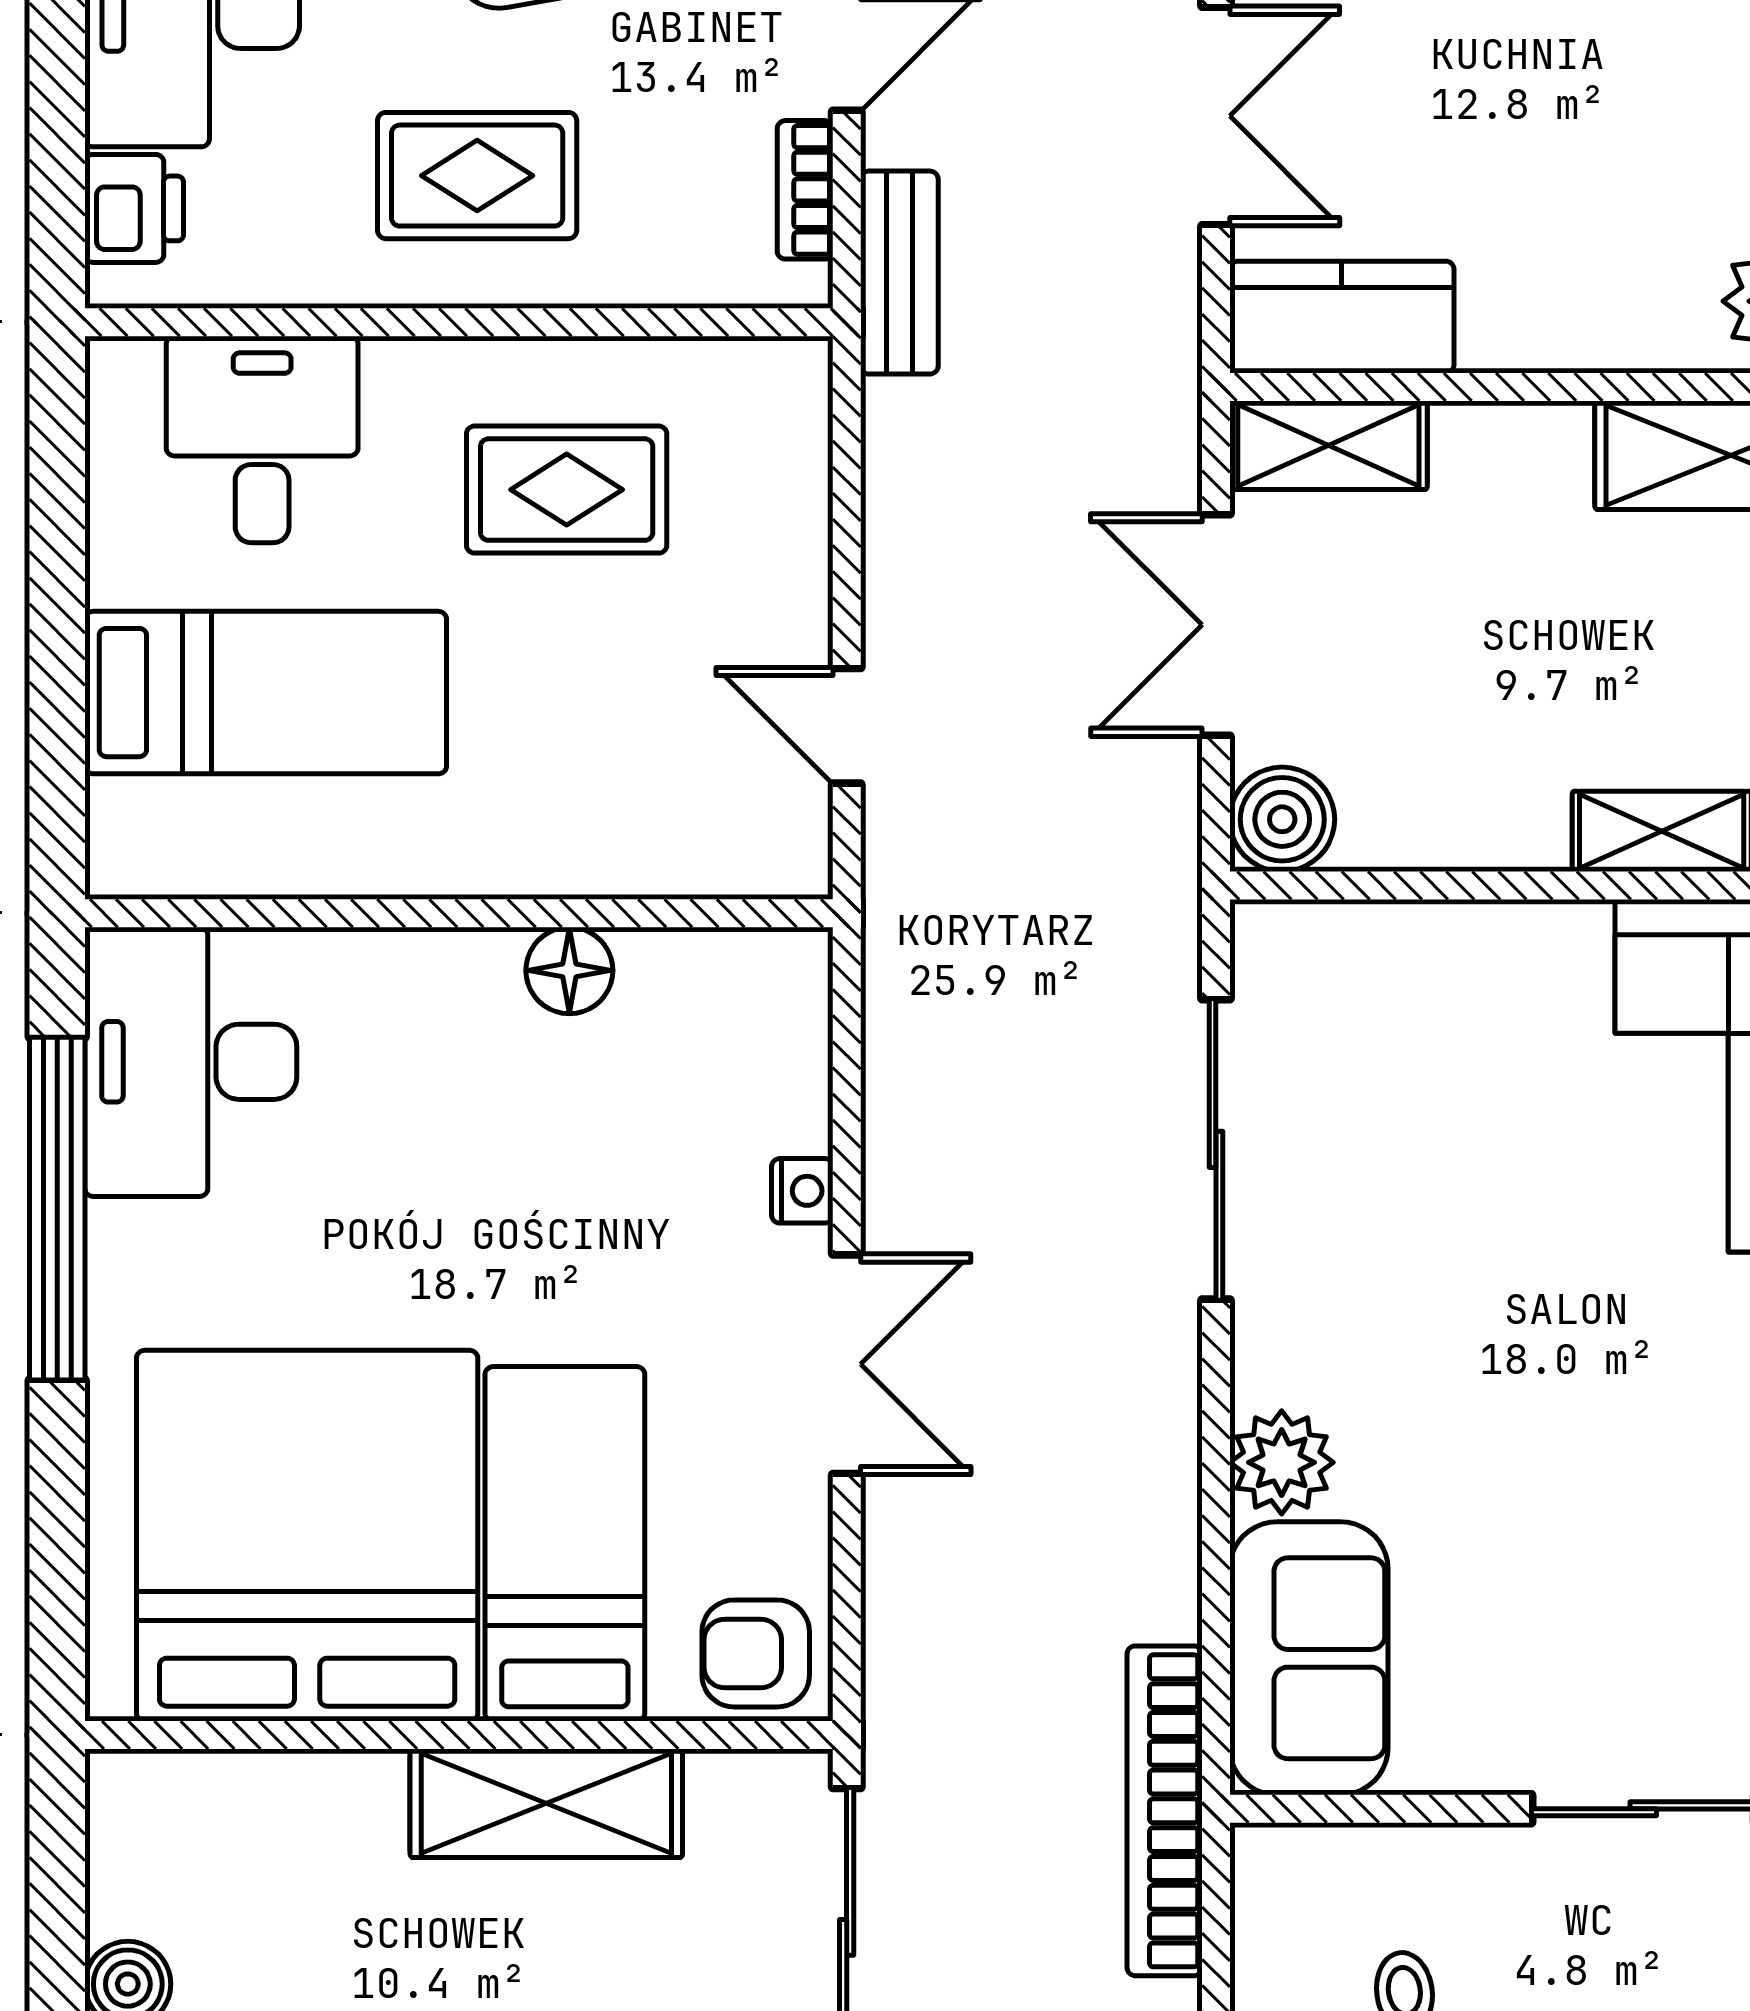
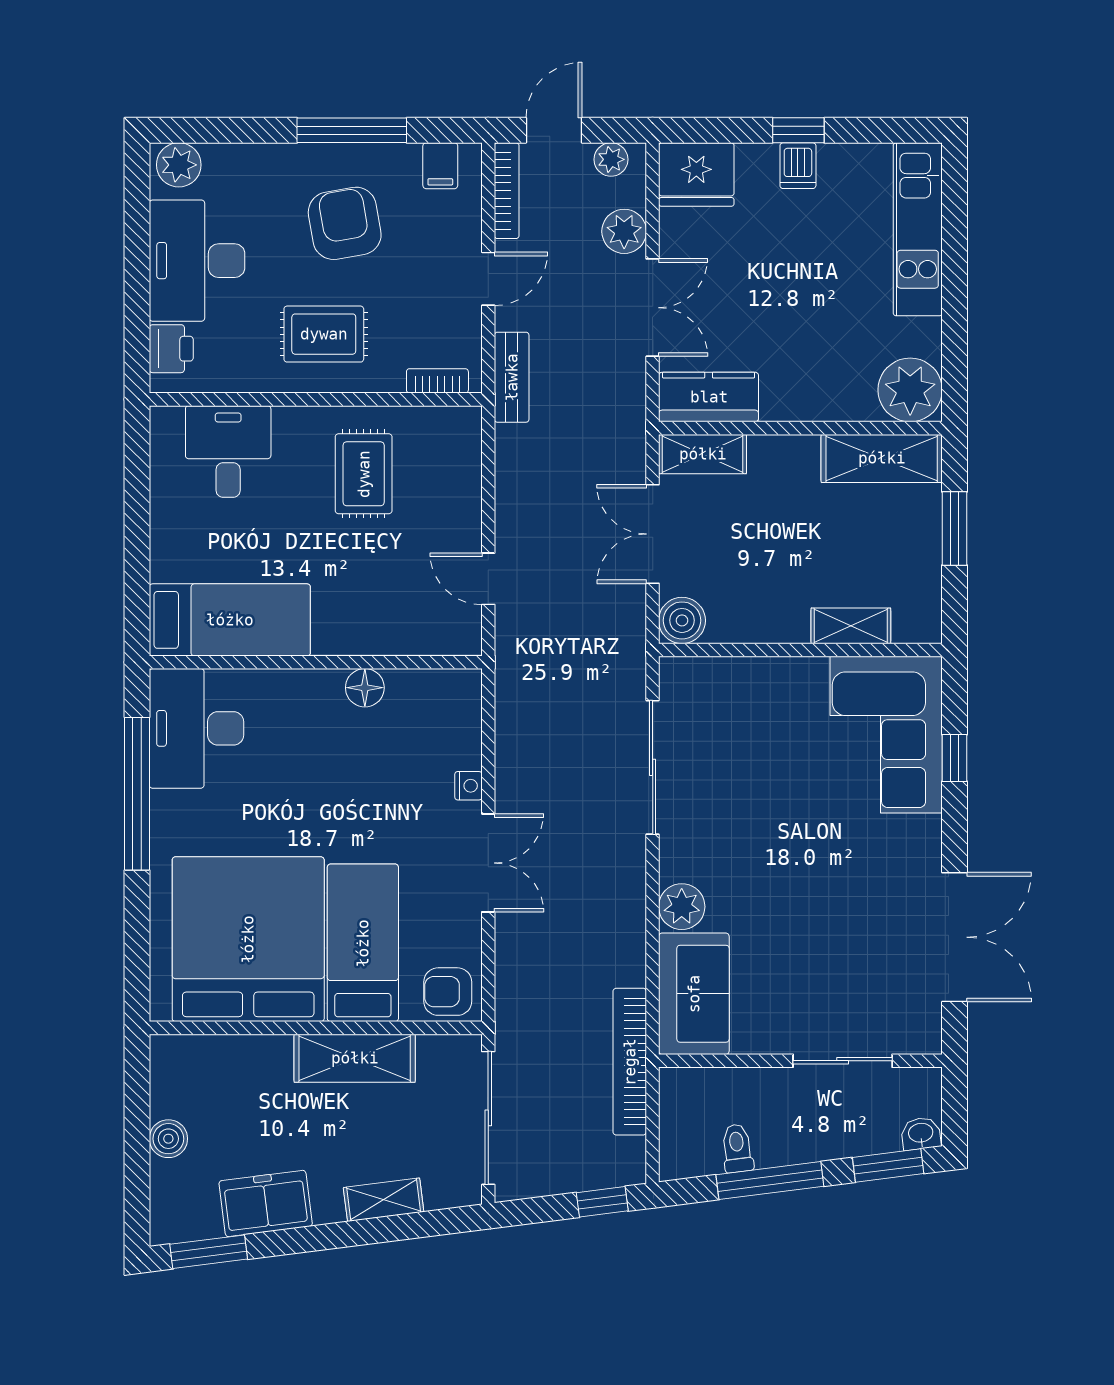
bookcase: (805, 190) -> (437, 381), moved, turned 90
rug: (567, 490) -> (364, 474), turned 90
bed: (266, 693) -> (230, 620), moved

